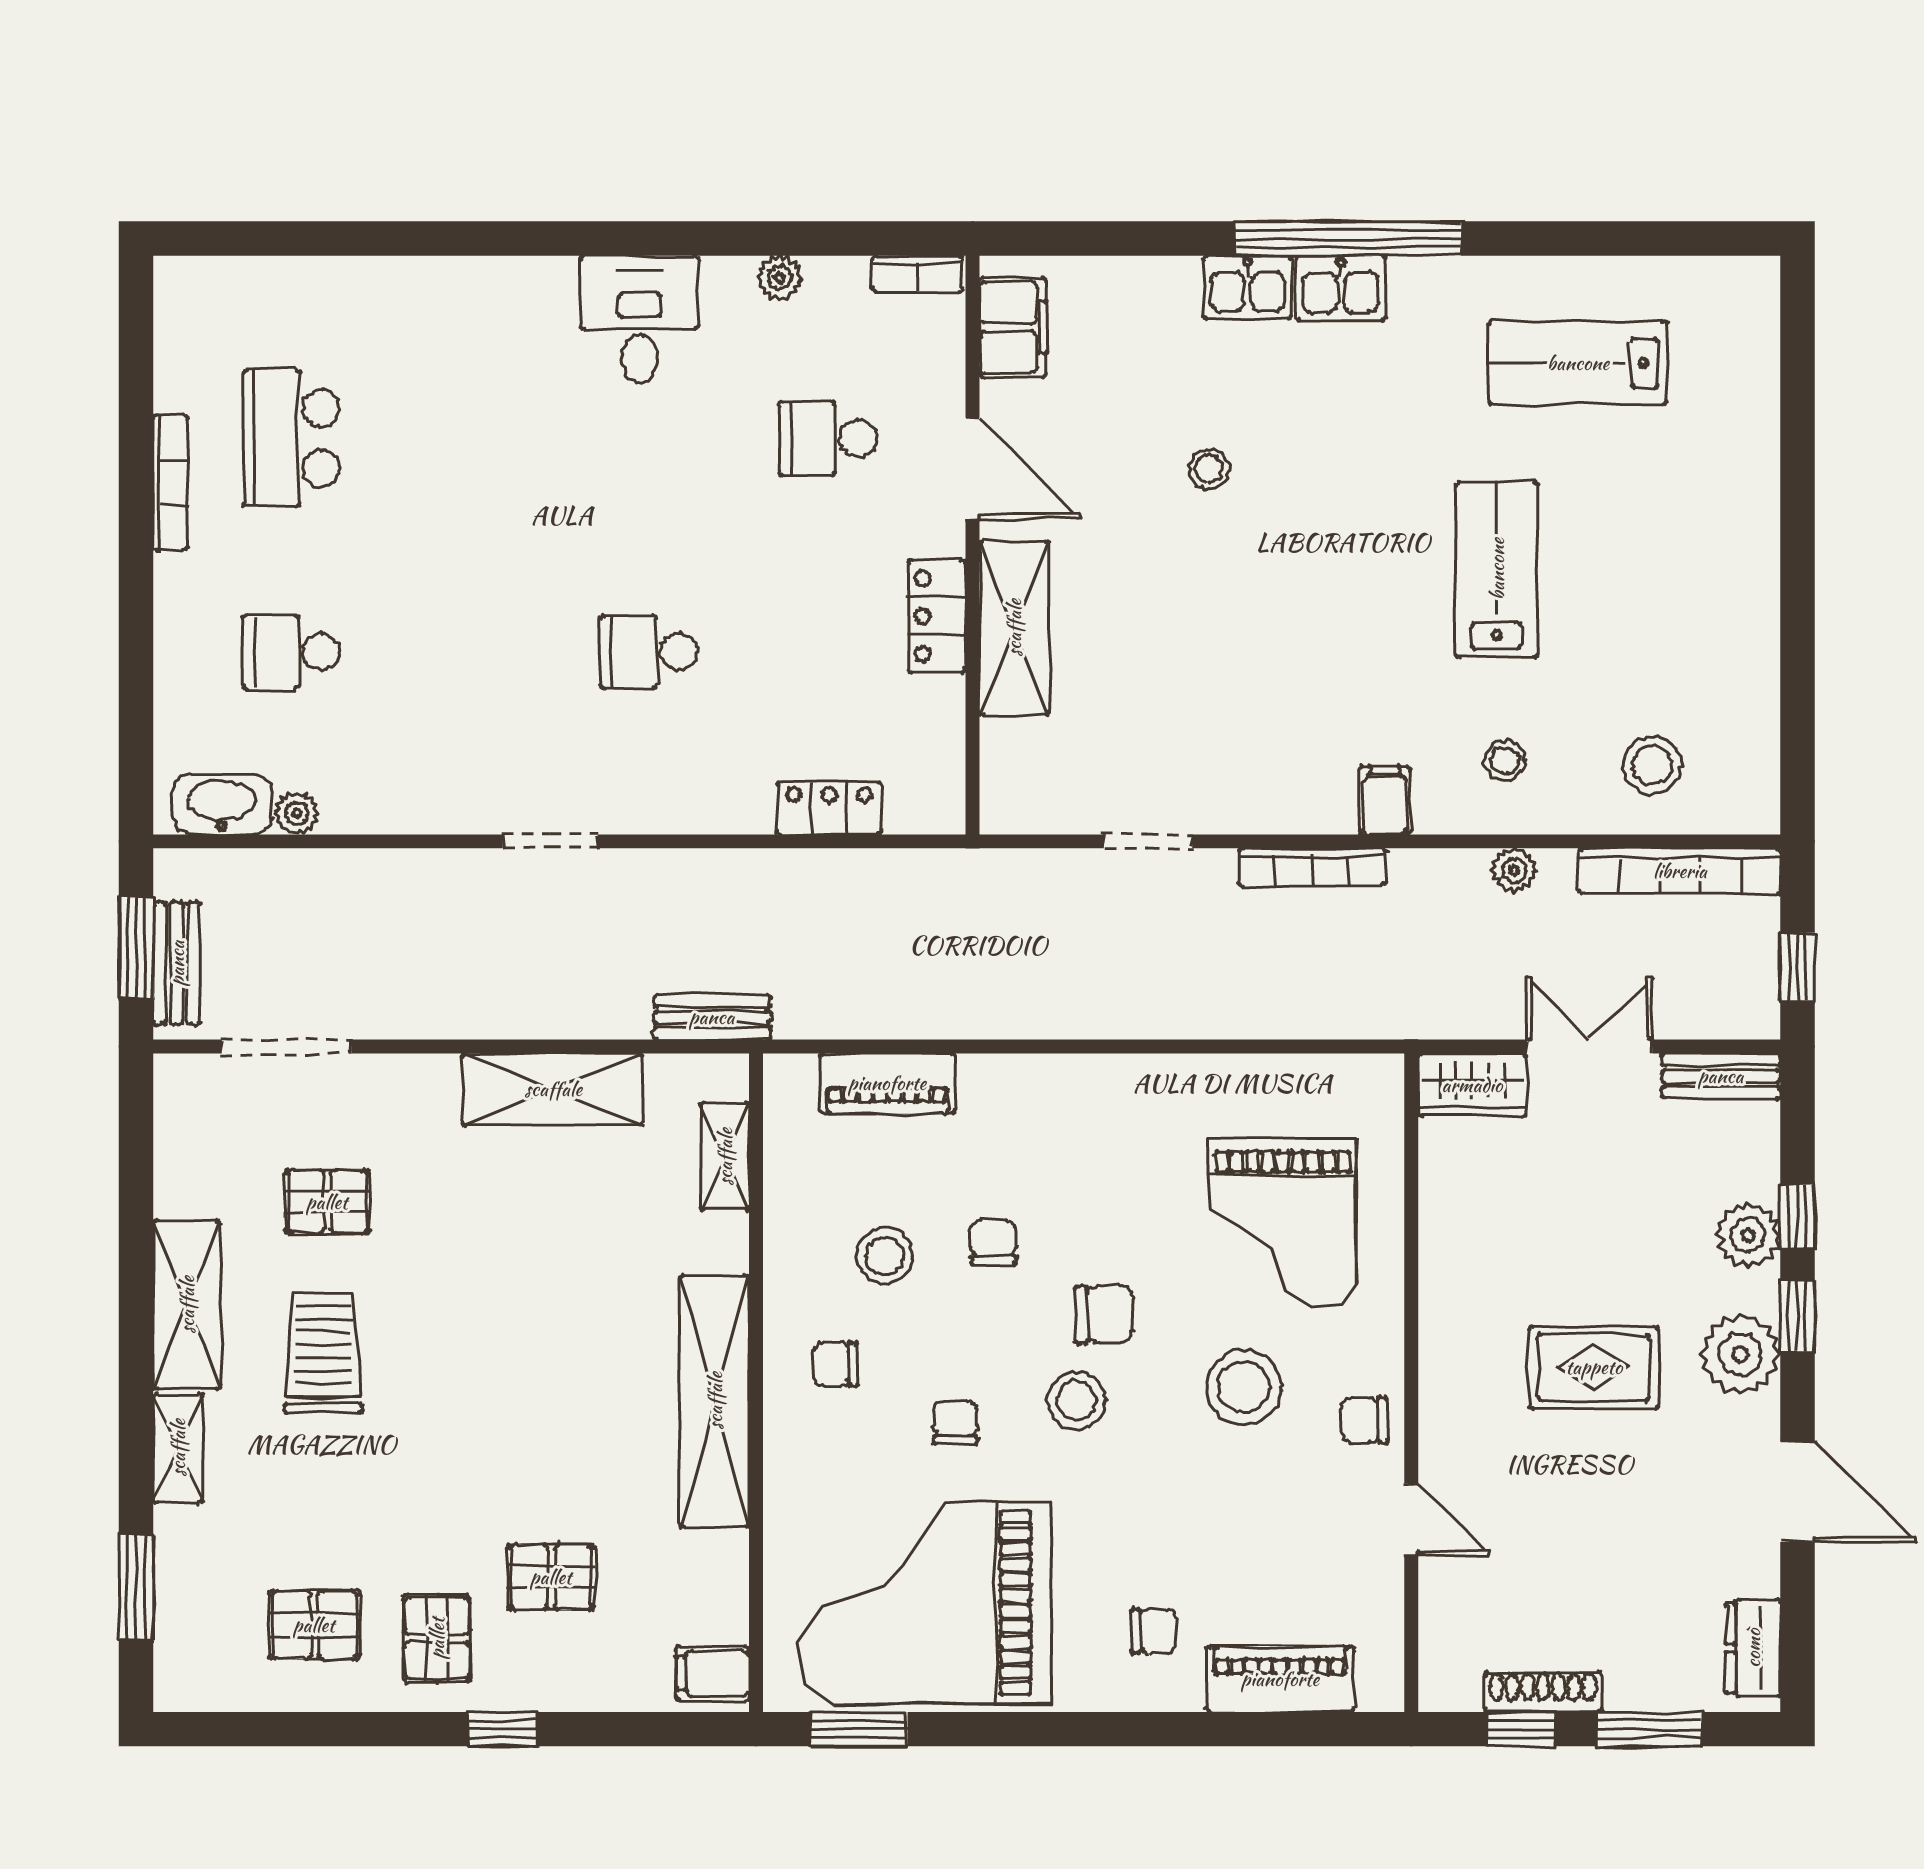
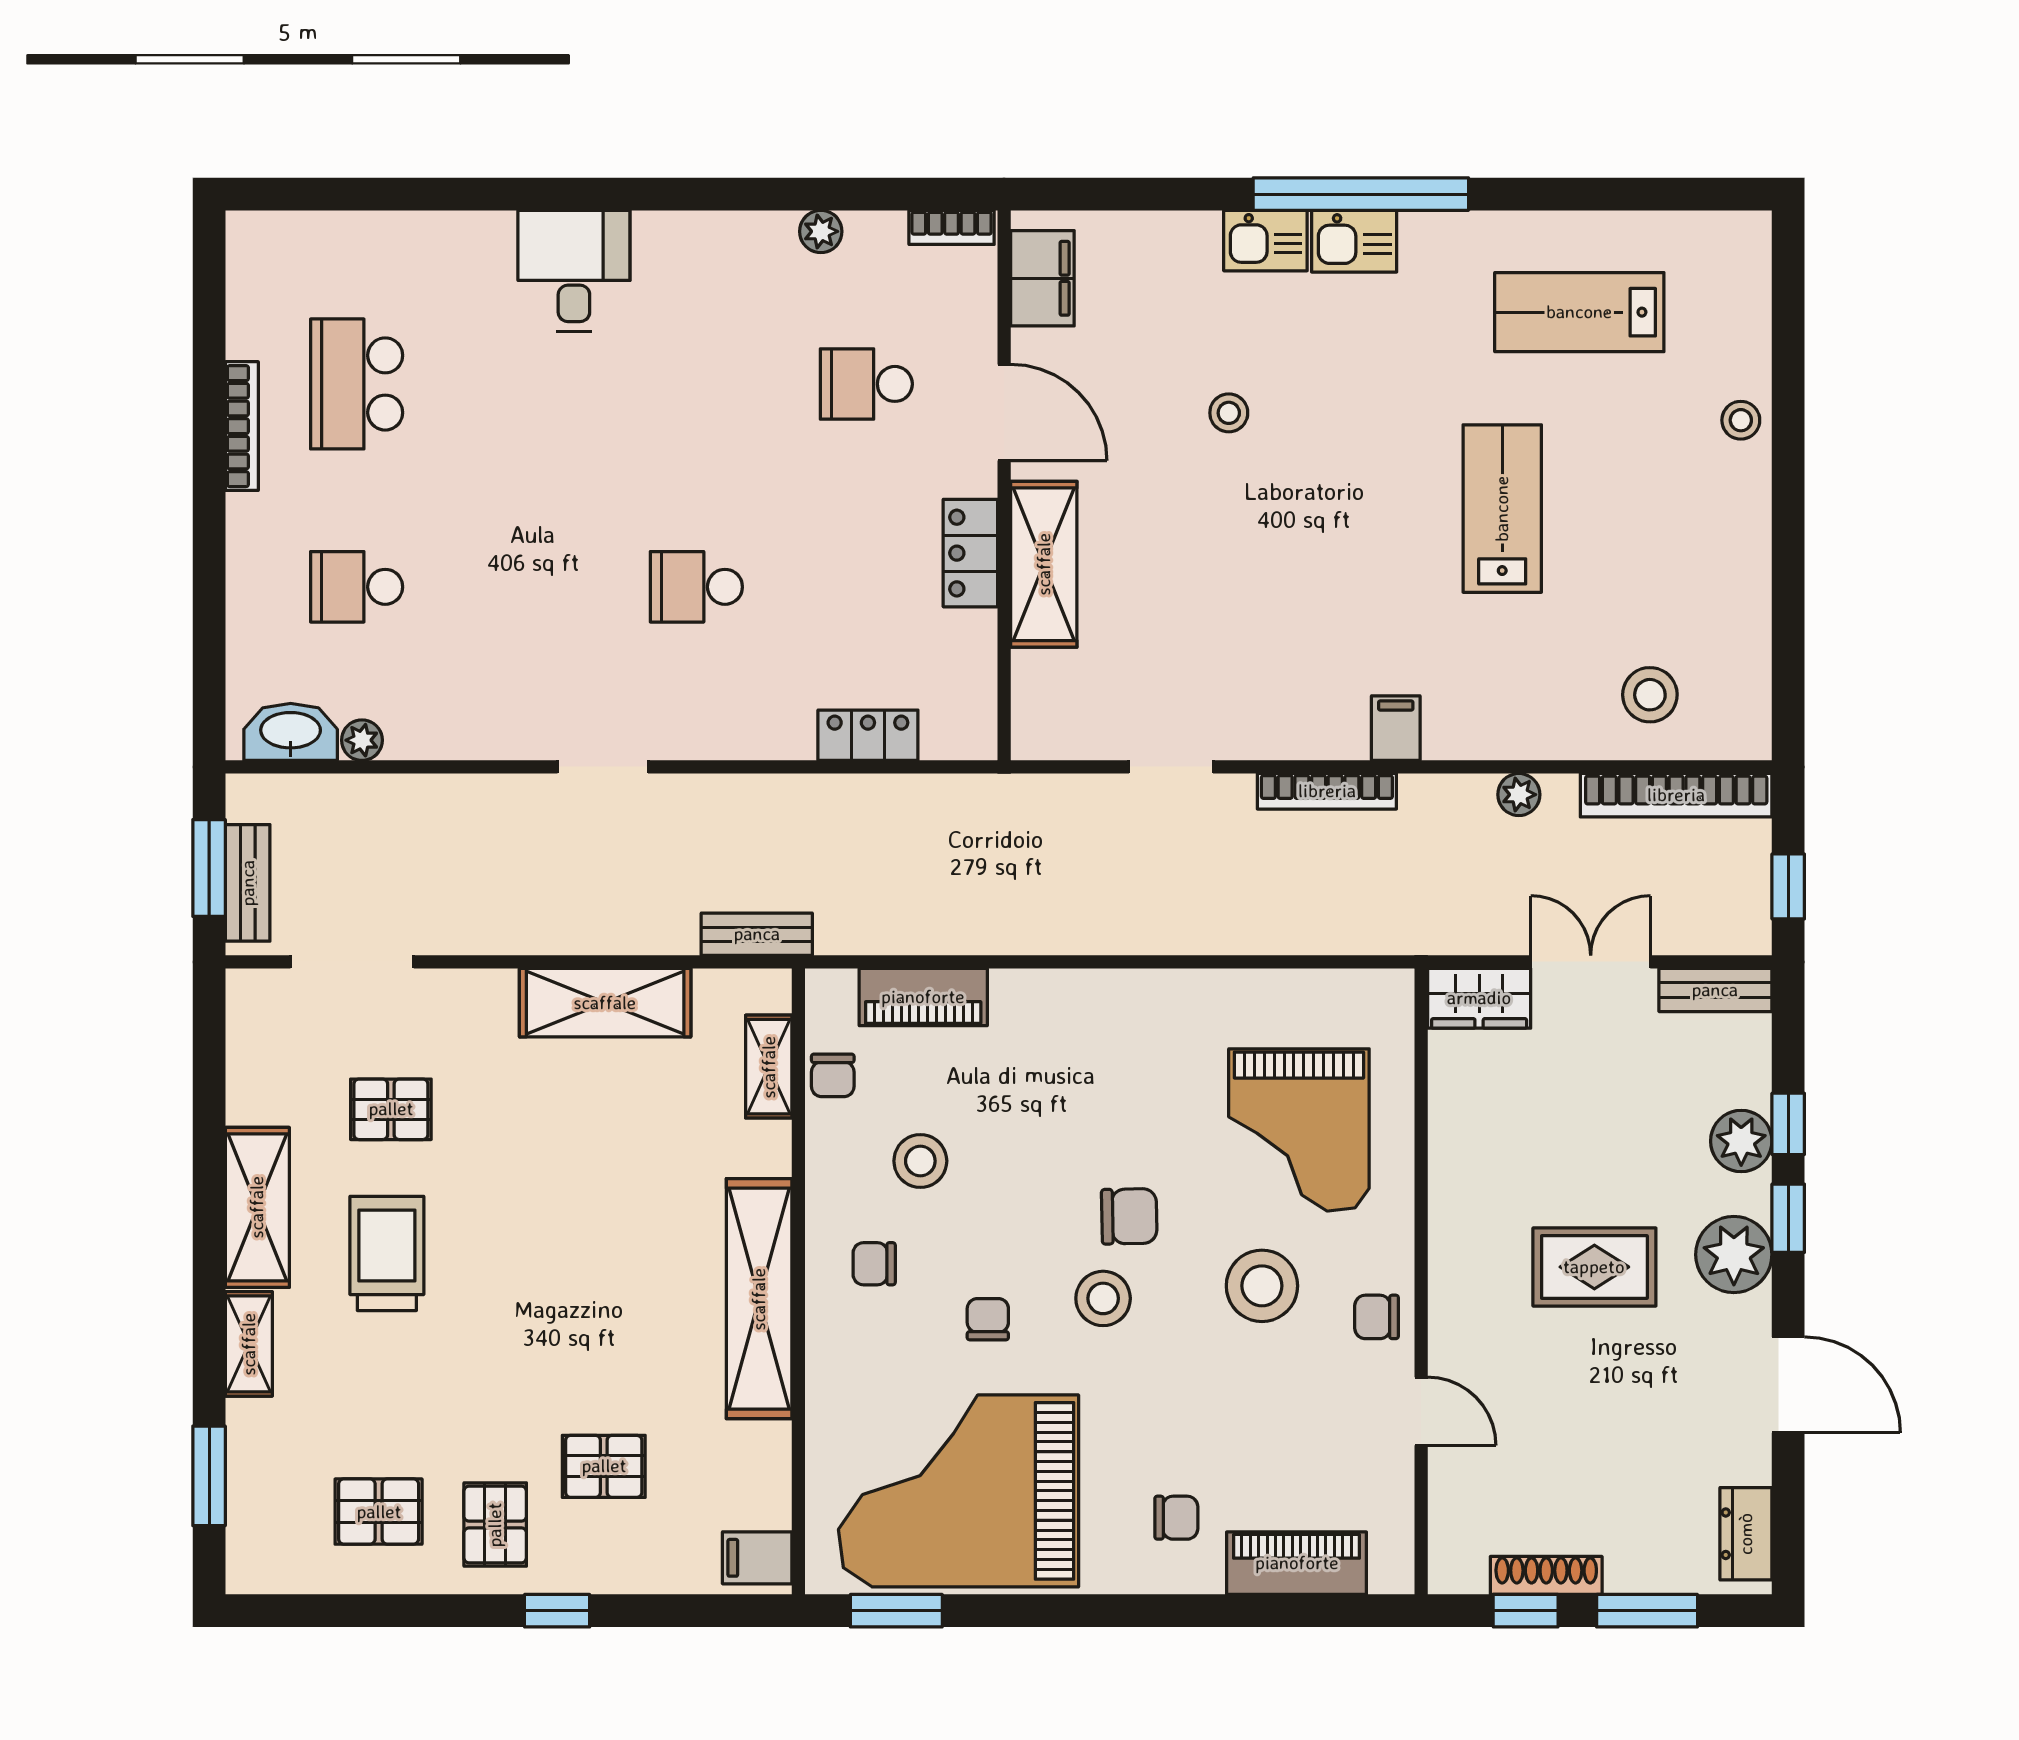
desk: (640, 319) -> (574, 271), moved
stool: (1505, 761) -> (1741, 420), moved
chair: (994, 1242) -> (833, 1075), moved, turned 180

